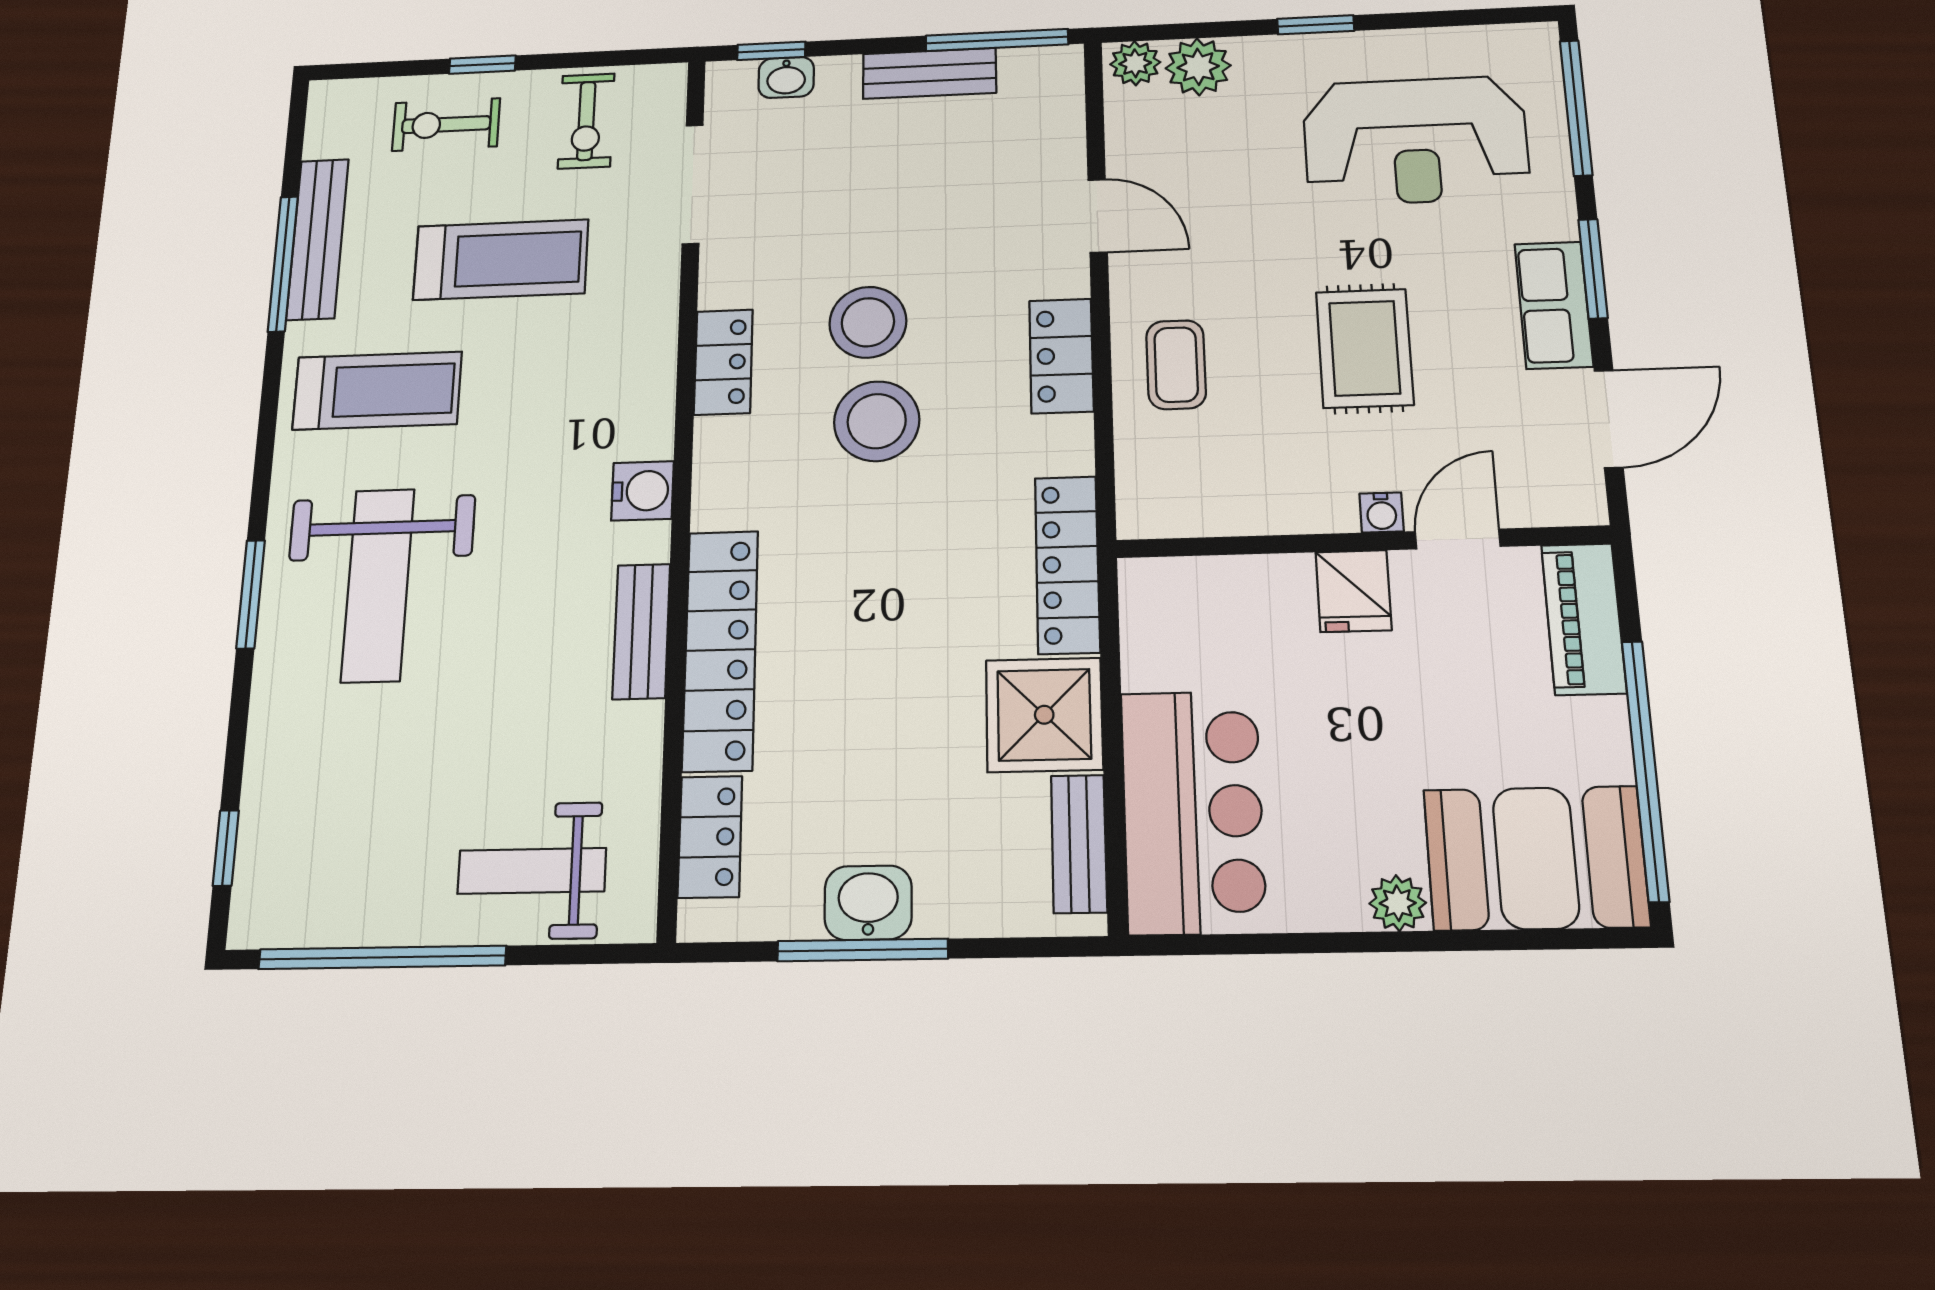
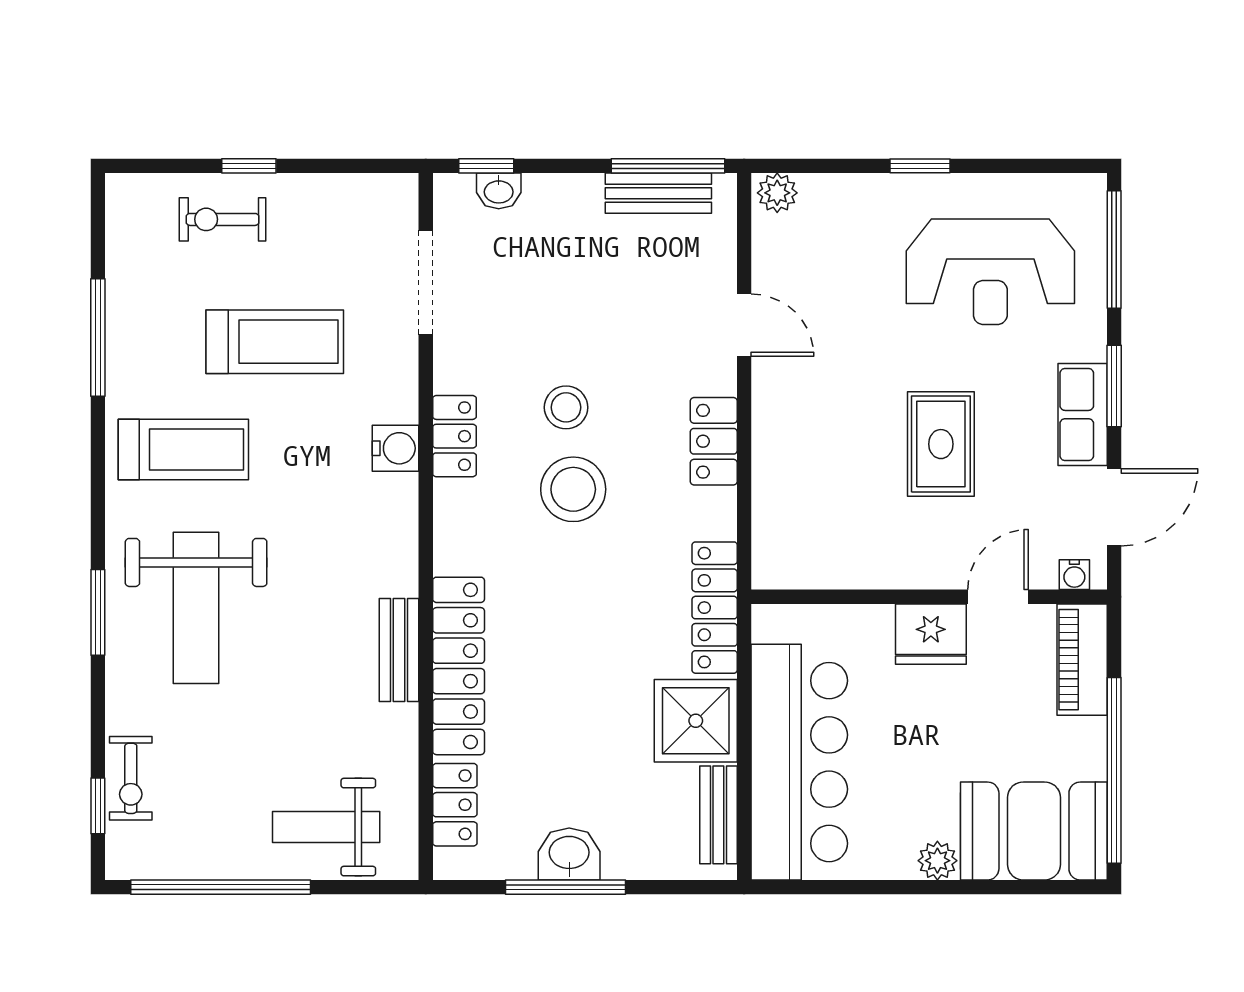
plant: (1198, 67) -> (826, 199), removed
bench: (930, 73) -> (658, 193), moved
exercise bike: (586, 121) -> (131, 778), moved
bench: (318, 239) -> (125, 317), removed
stool: (868, 322) -> (566, 407), width x0.73, depth x0.73
coffee table: (1176, 365) -> (800, 452), removed
water cooler: (643, 491) -> (396, 448), moved
water cooler: (1382, 512) -> (1074, 575), moved
fridge: (1353, 591) -> (931, 634), width x1.38
bar counter: (1193, 812) -> (799, 762), width x1.36

